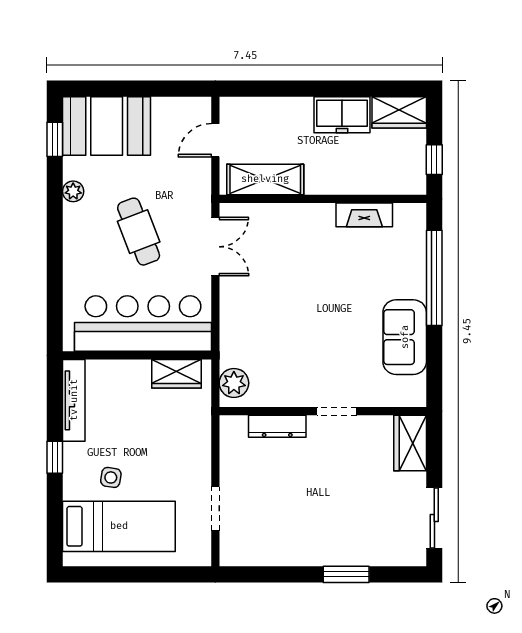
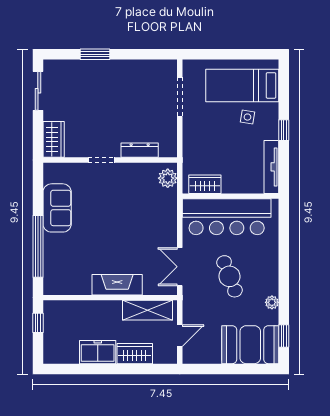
wardrobe: (399, 112) -> (135, 354), moved
fireplace: (364, 215) -> (117, 285), moved, width x1.37, depth x1.32
doorway: (215, 509) -> (180, 97), width x1.38

